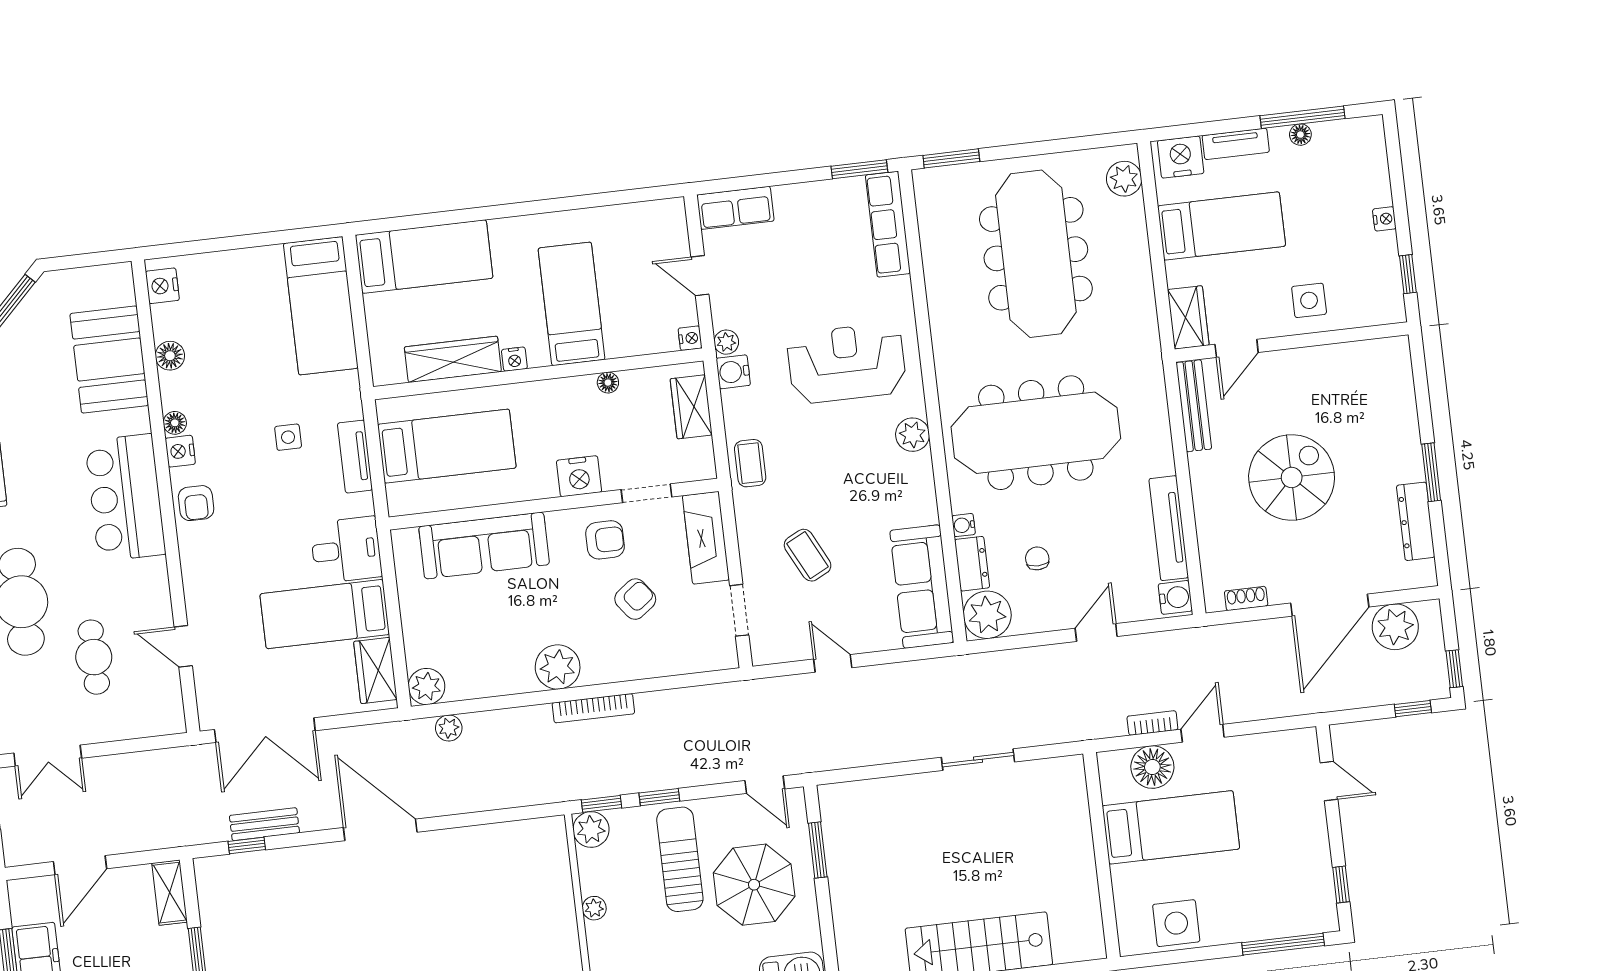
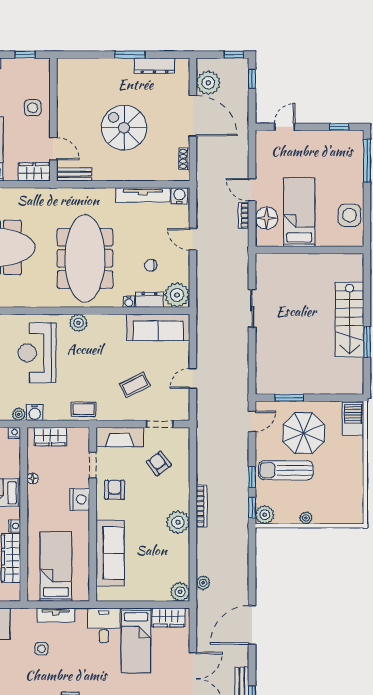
bench: (1194, 406) -> (74, 174), width x0.73
armchair: (635, 599) -> (159, 463), moved

